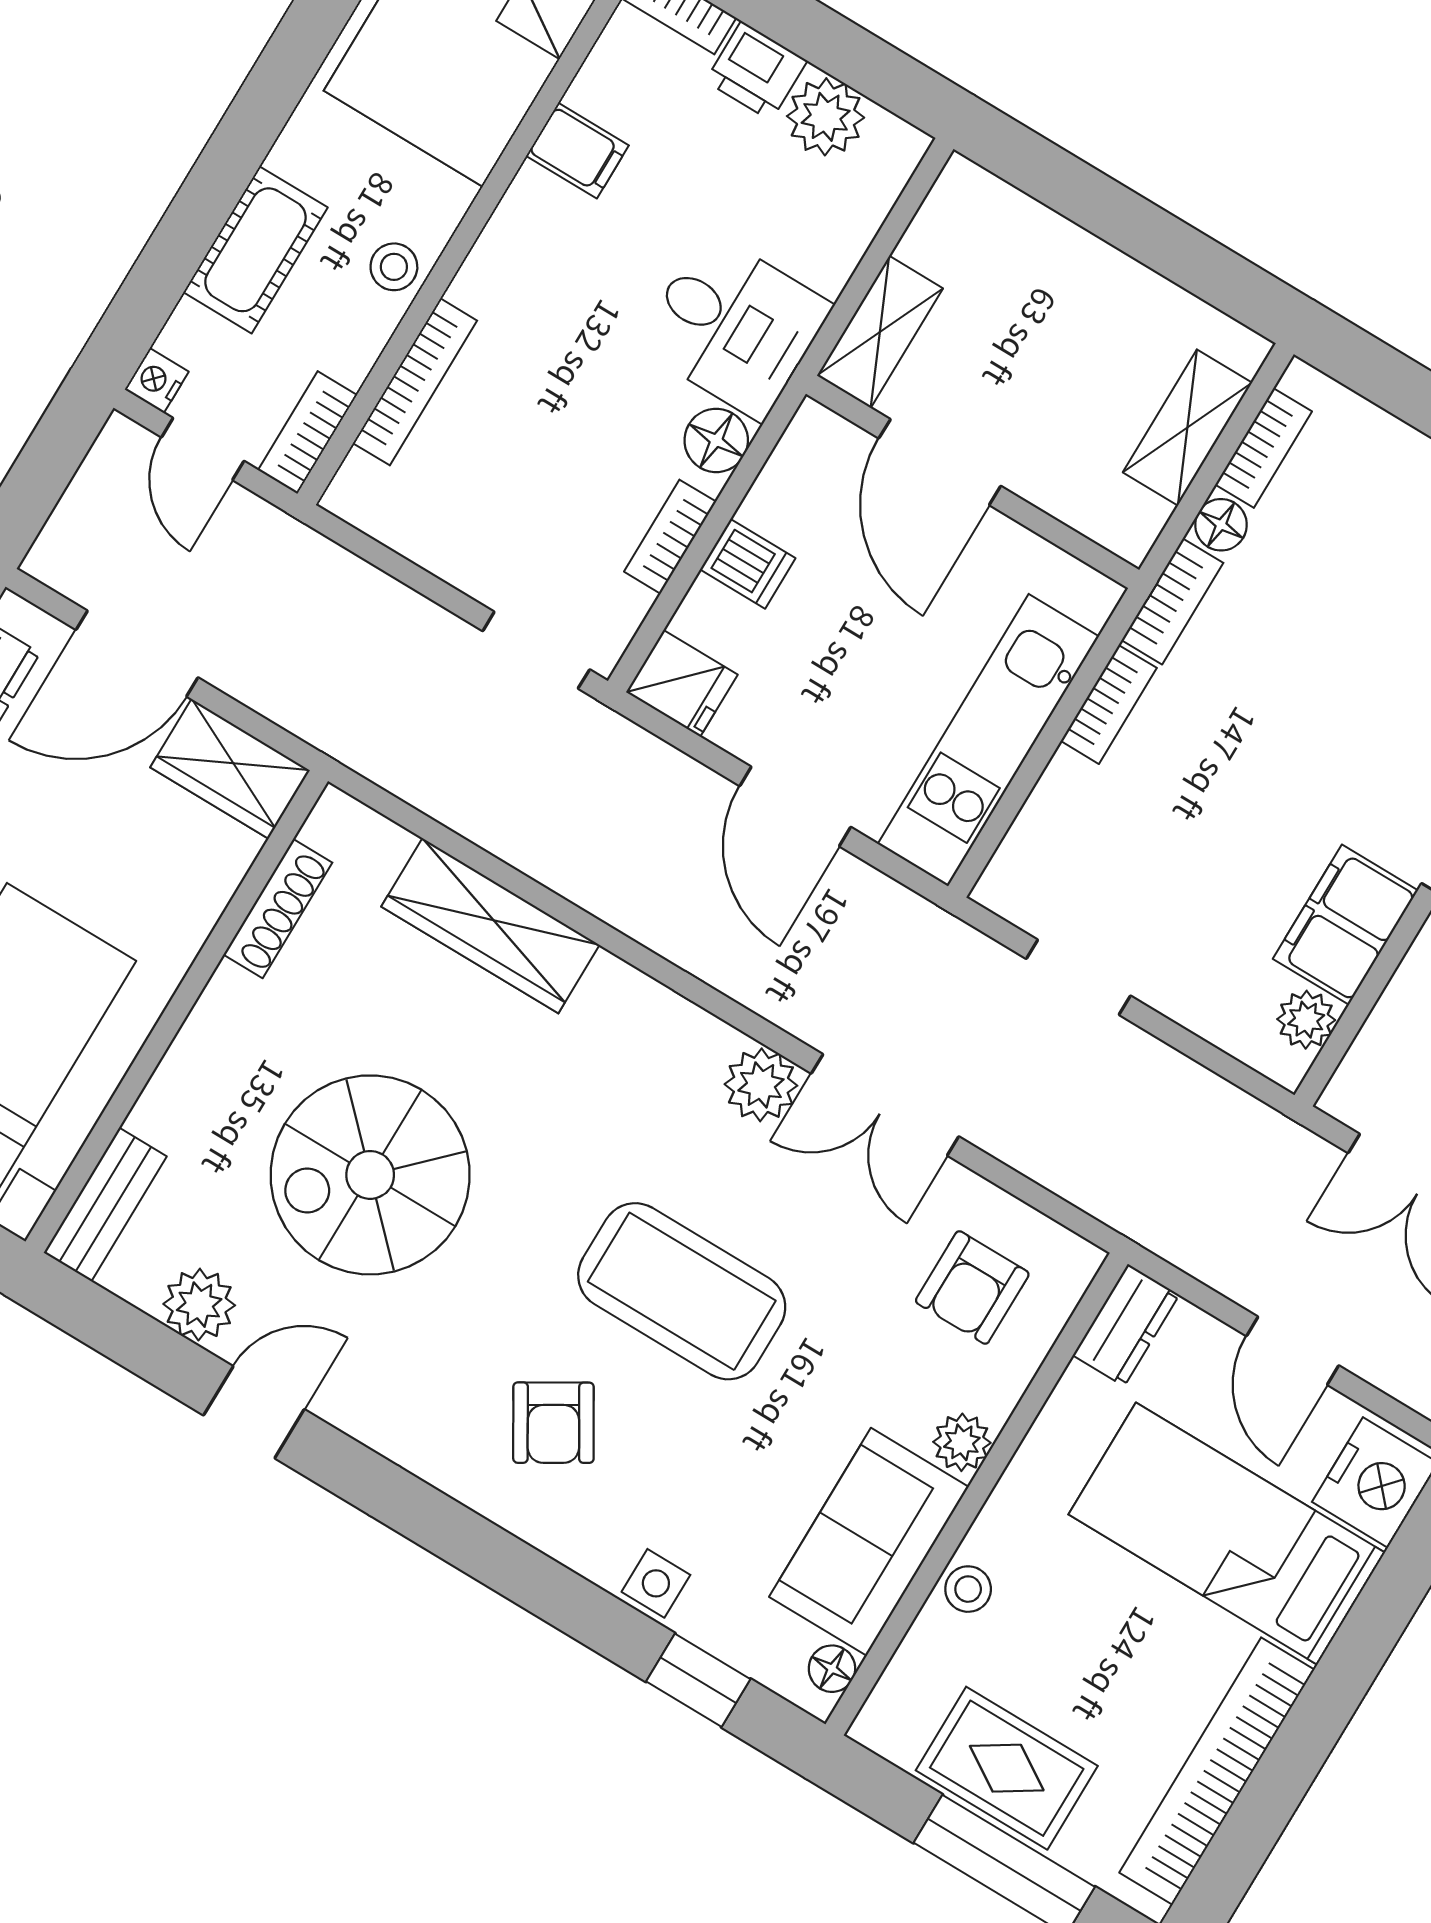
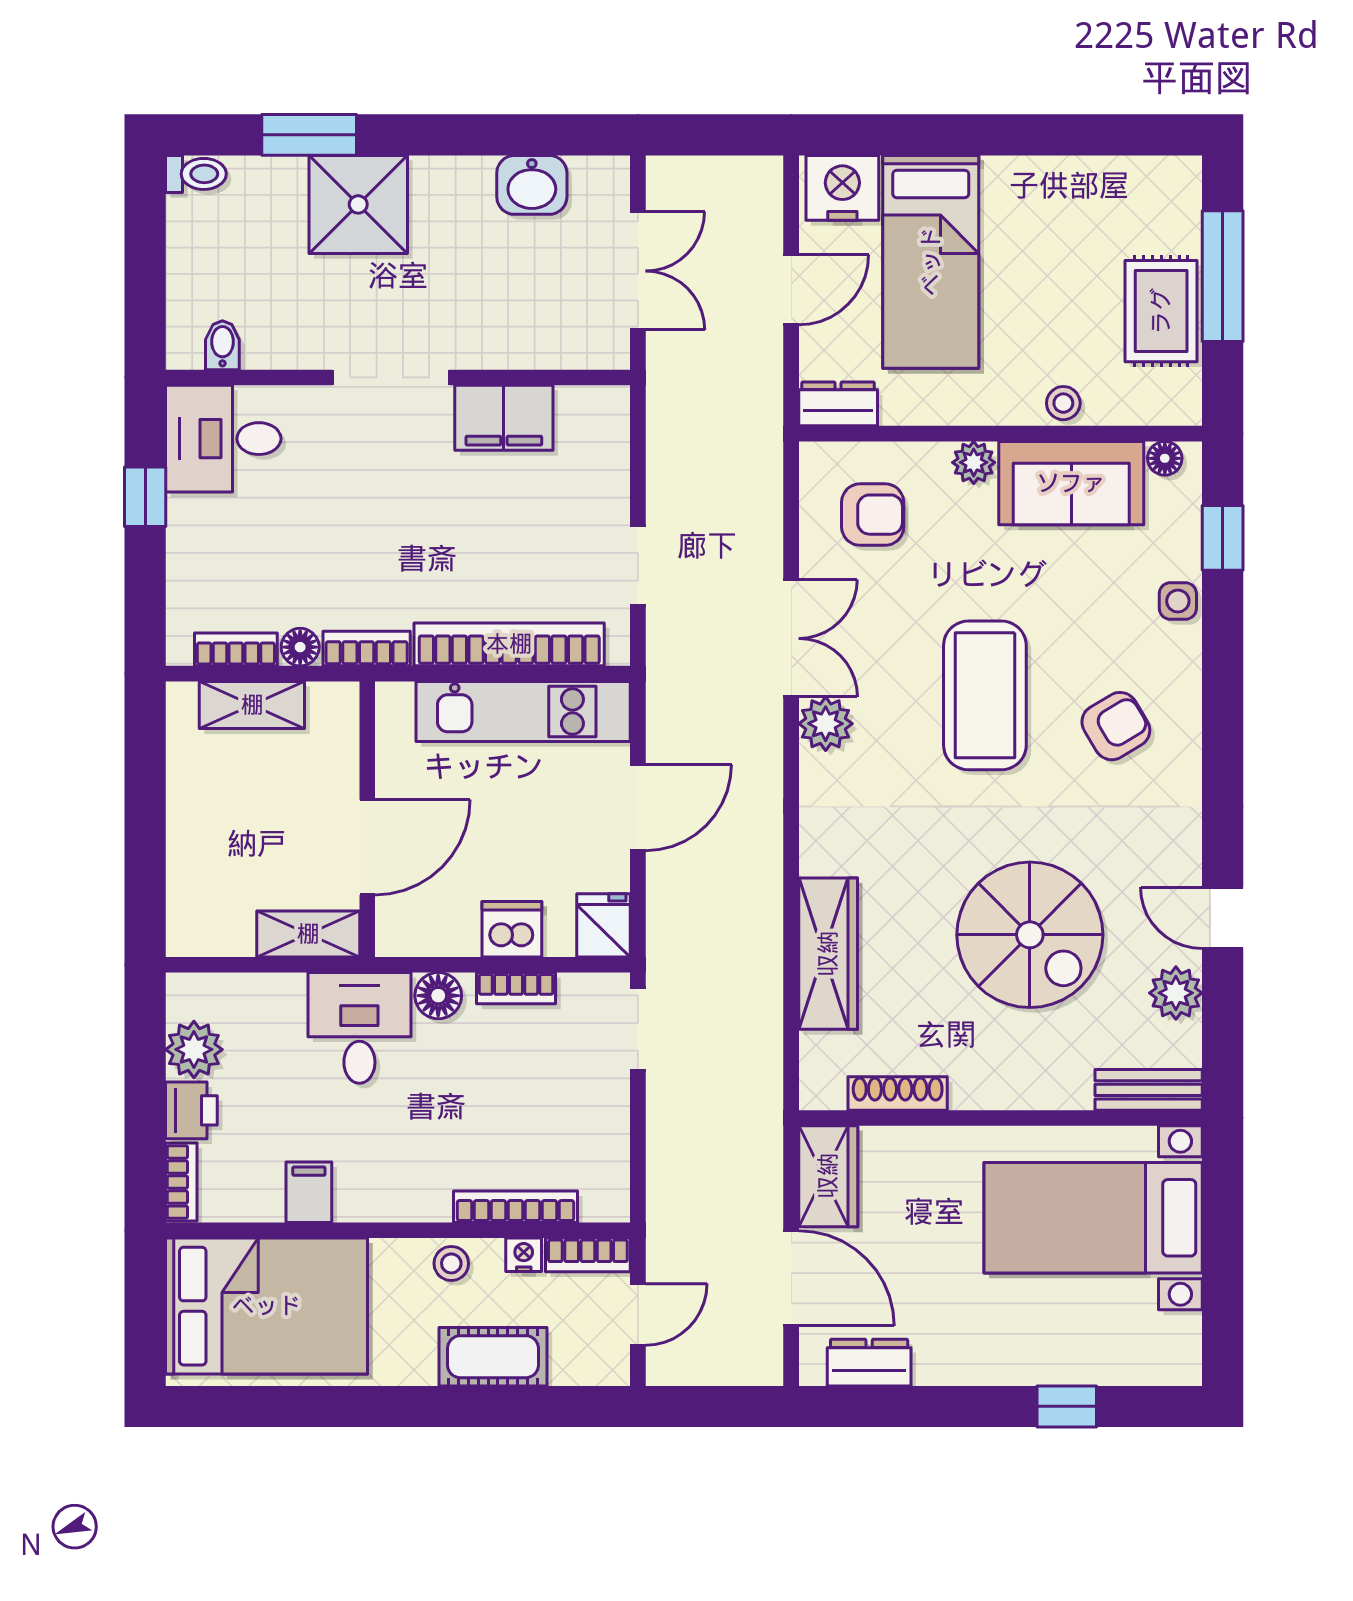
nightstand: (157, 381) -> (524, 1255), moved, turned 180
dishwasher: (748, 564) -> (512, 929), width x1.38
bookcase: (1109, 704) -> (509, 644), width x2.31, depth x1.31
plant: (1306, 1020) -> (578, 406), removed
bookcase: (1217, 1771) -> (1083, 178), removed

